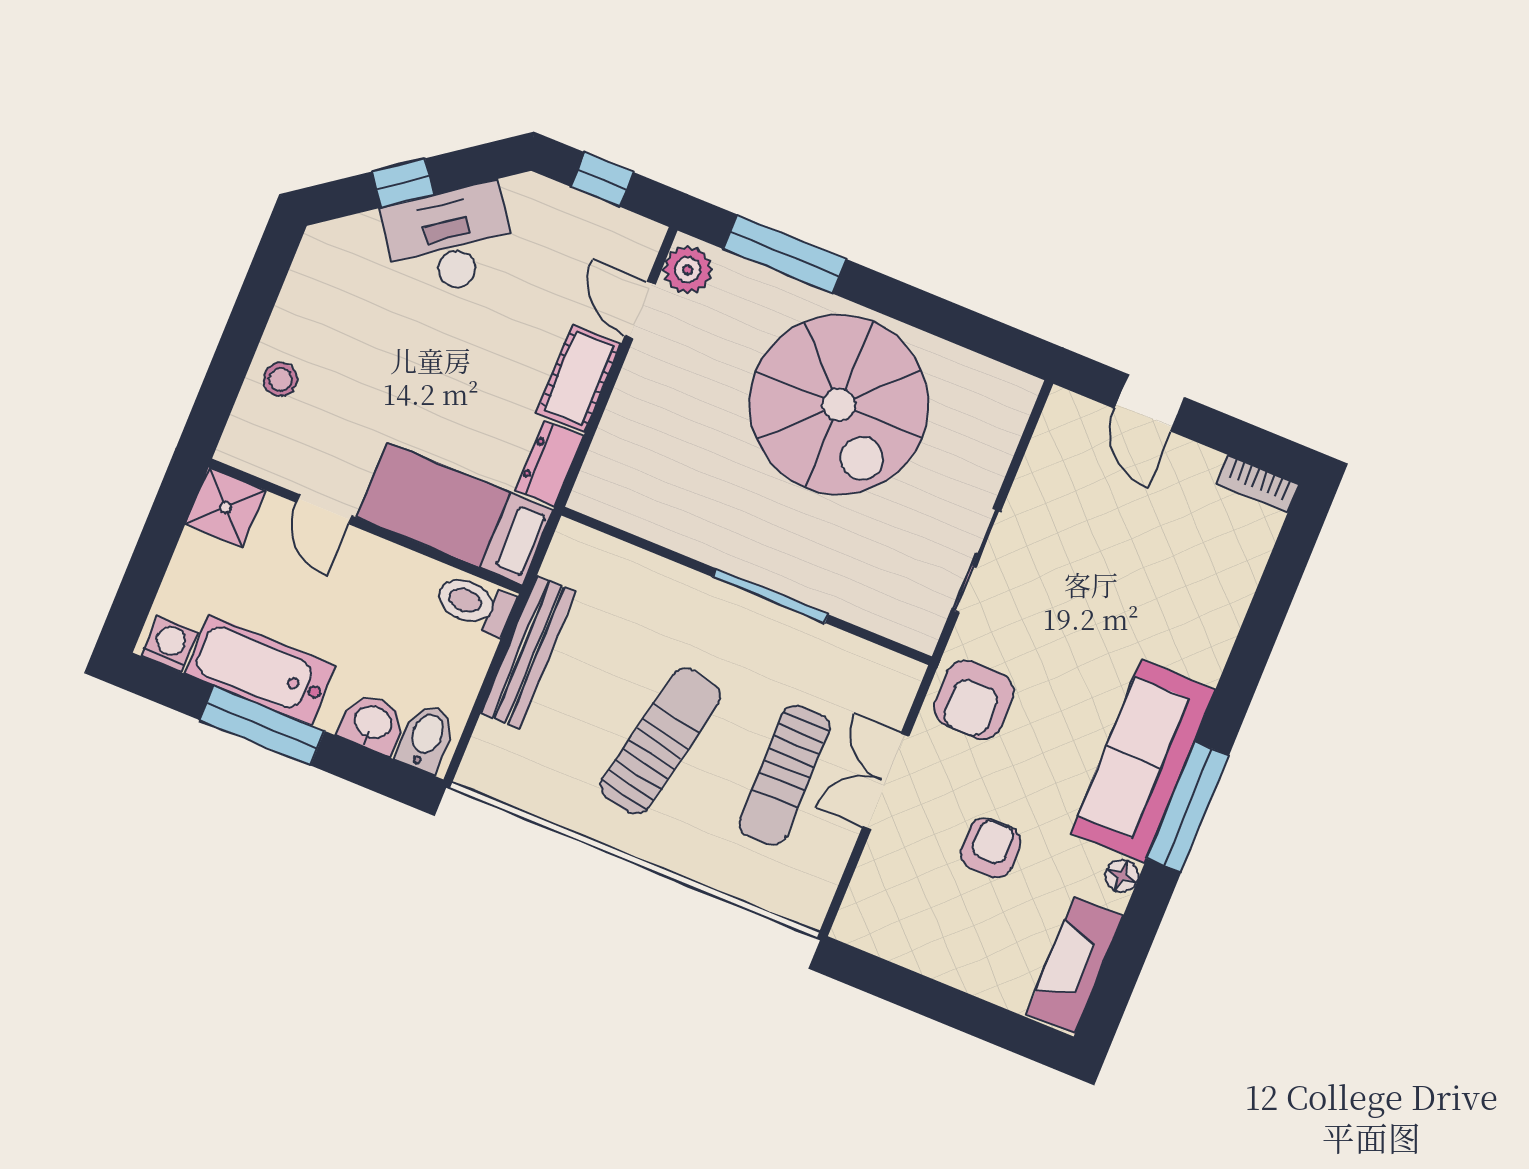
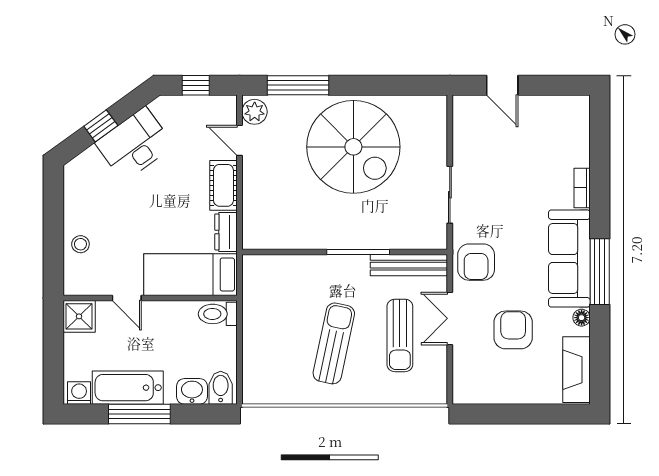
bookcase: (1258, 484) -> (582, 188), moved, turned 90
bench: (528, 652) -> (409, 265), moved, turned 90
armchair: (991, 848) -> (513, 330), width x1.38, depth x1.38

